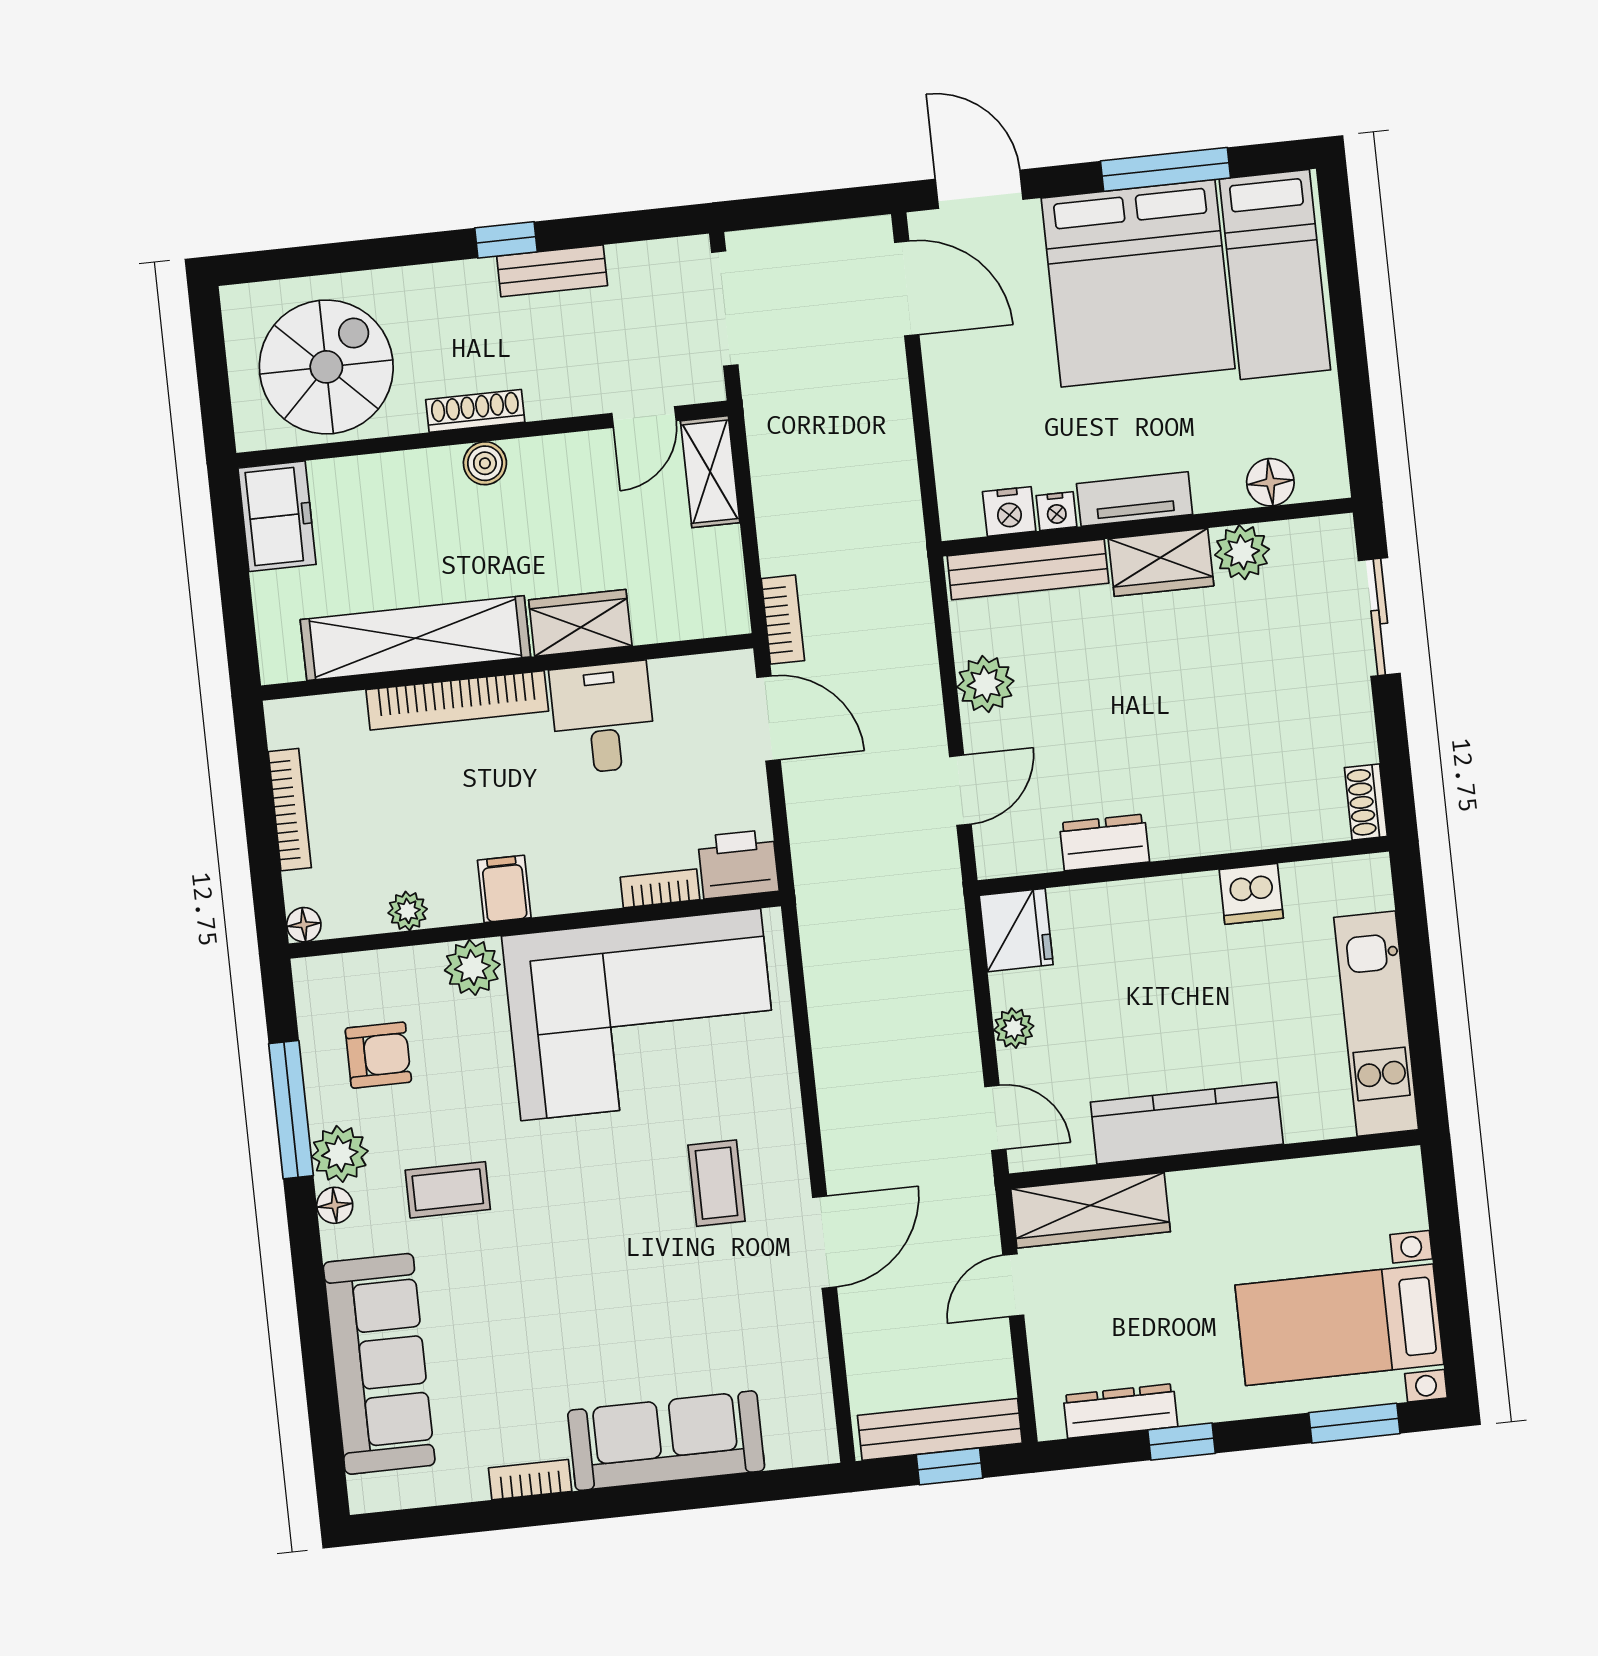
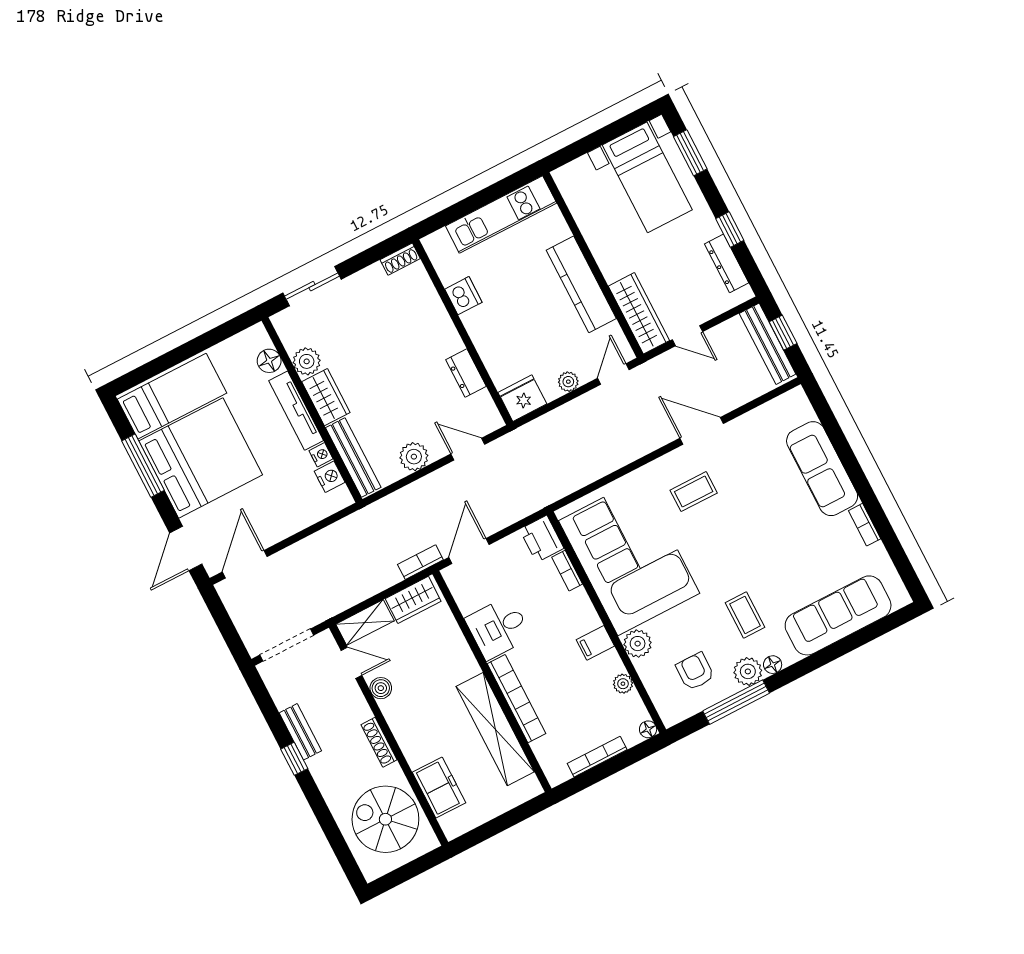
boiler: (485, 463) -> (381, 688), moved
tv unit: (1135, 499) -> (296, 411), width x1.41
freezer: (277, 516) -> (439, 788), moved, turned 90
wardrobe: (580, 623) -> (413, 600), moved, turned -90

